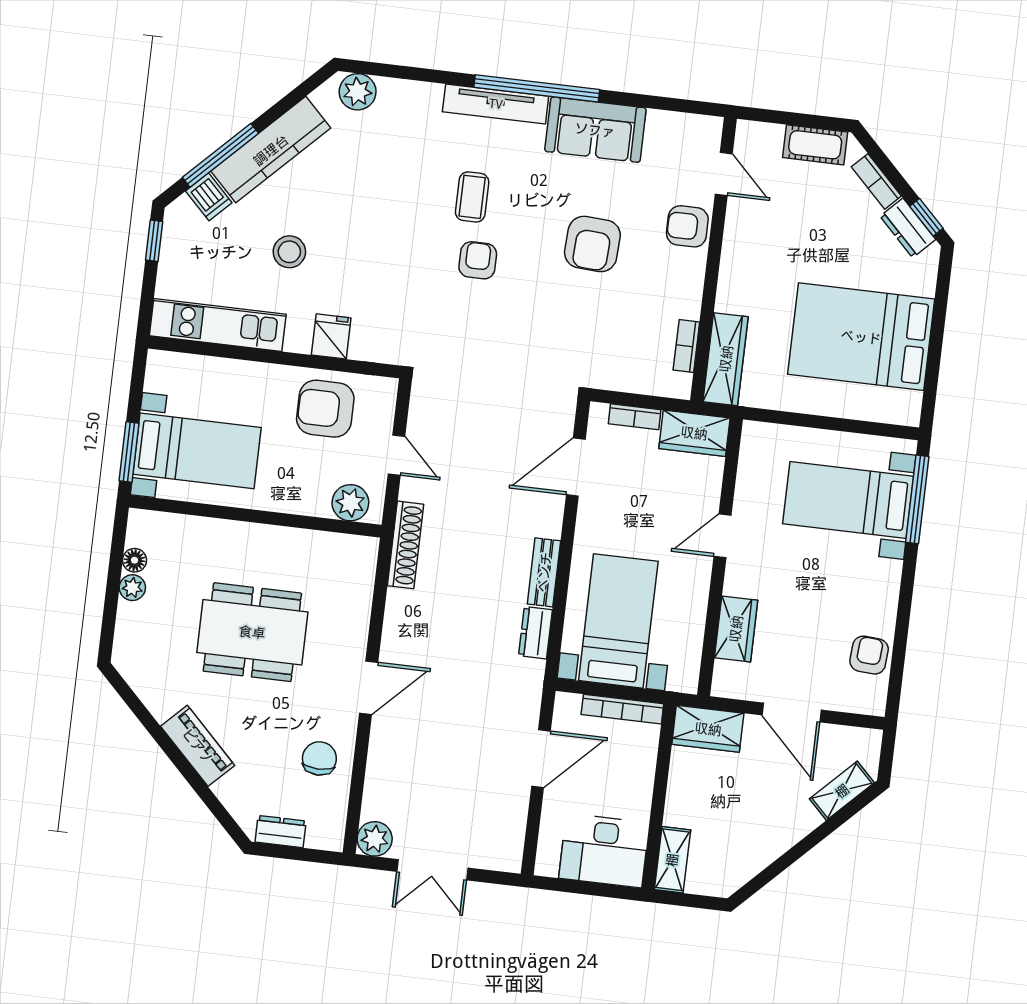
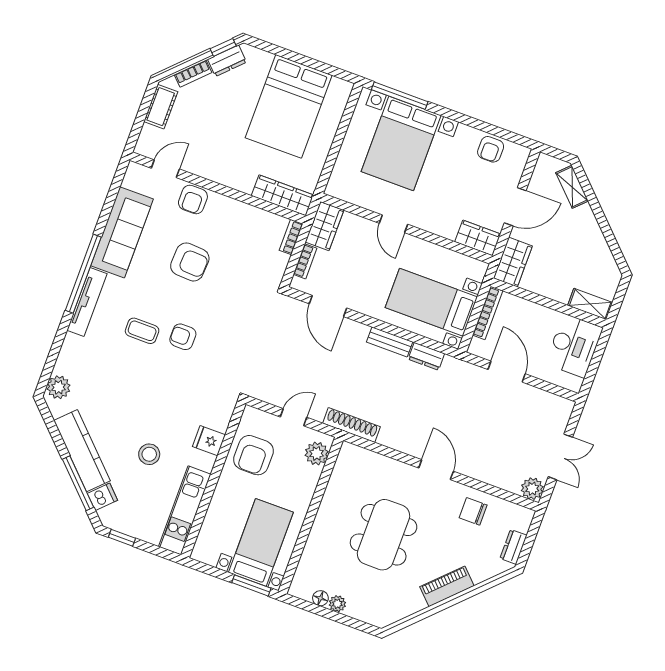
sofa: (595, 130) -> (122, 232), width x1.36
bookcase: (686, 346) -> (291, 237), moved, turned 90
bed with nightstands: (848, 500) -> (401, 143), width x1.36
wardrobe: (736, 629) -> (478, 238), moved
armchair: (869, 655) -> (491, 149), turned -94

